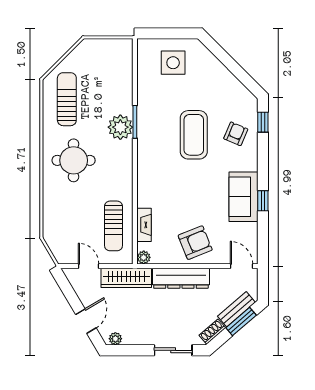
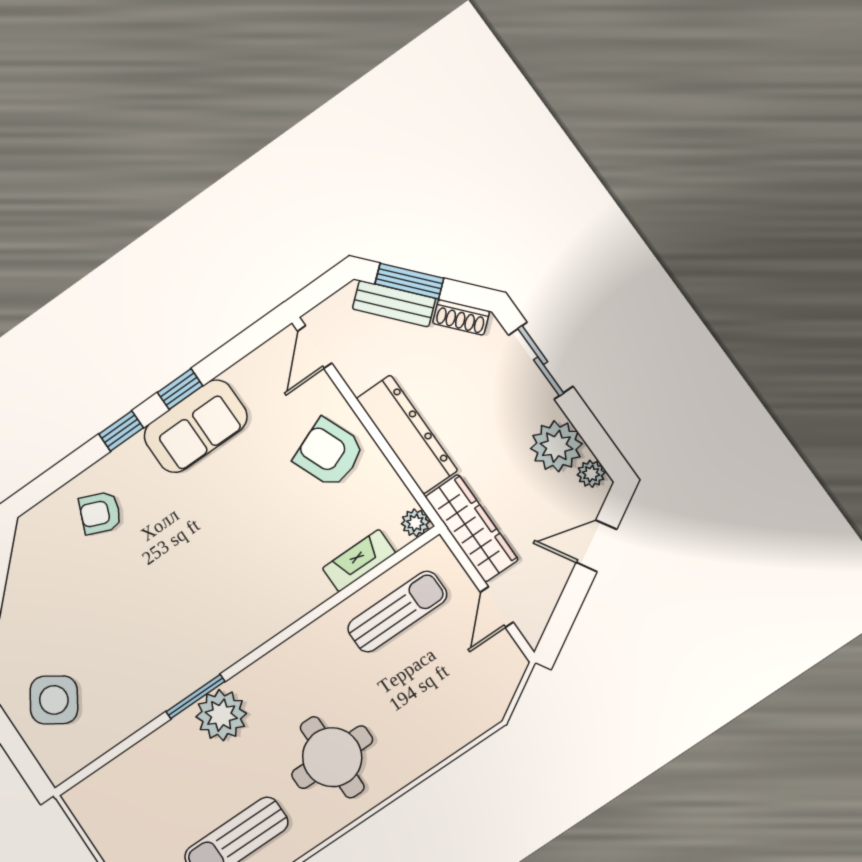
side table: (173, 63) -> (54, 700), turned 33
window: (263, 122) -> (121, 431), moved
coffee table: (194, 135) -> (149, 582), removed
plant: (135, 333) -> (556, 446), added

